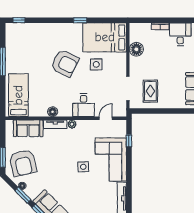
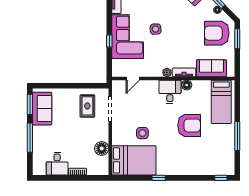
armchair: (65, 63) -> (189, 125), moved, turned 153
desk: (84, 105) -> (170, 92), moved
window: (129, 141) -> (109, 41), moved
armchair: (23, 163) -> (217, 33), turned -77

